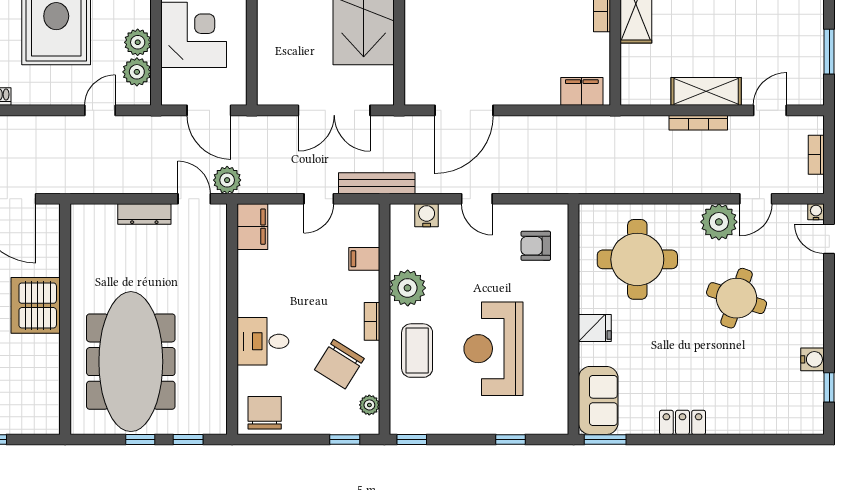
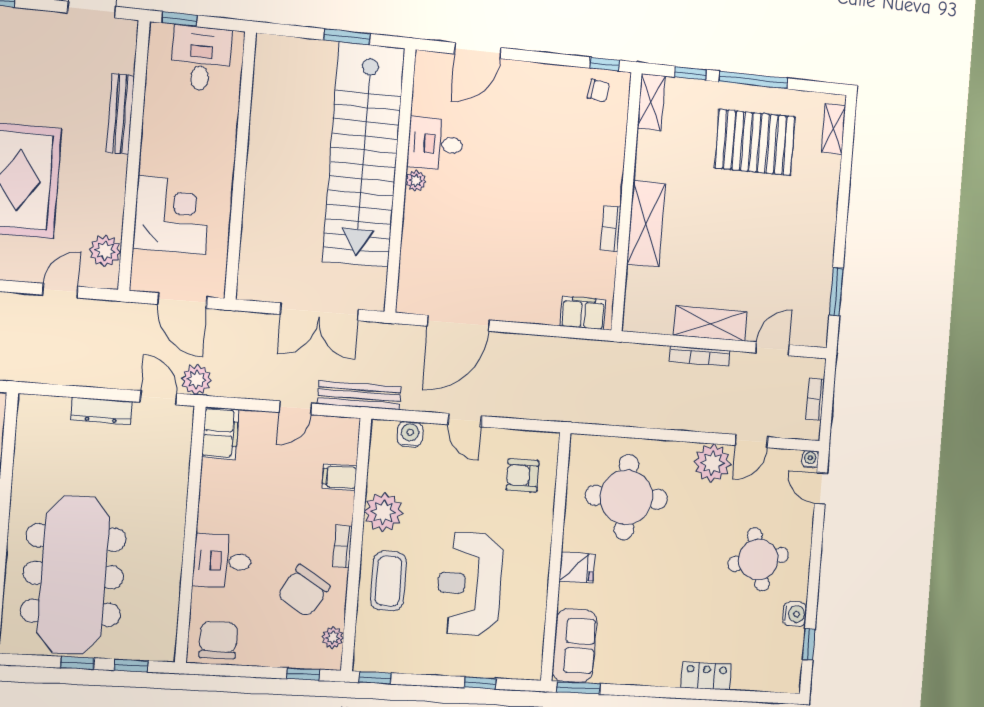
plant: (138, 42) -> (109, 218), removed
round table: (737, 298) -> (758, 559), moved, turned -33
locker: (682, 422) -> (706, 676), moved

